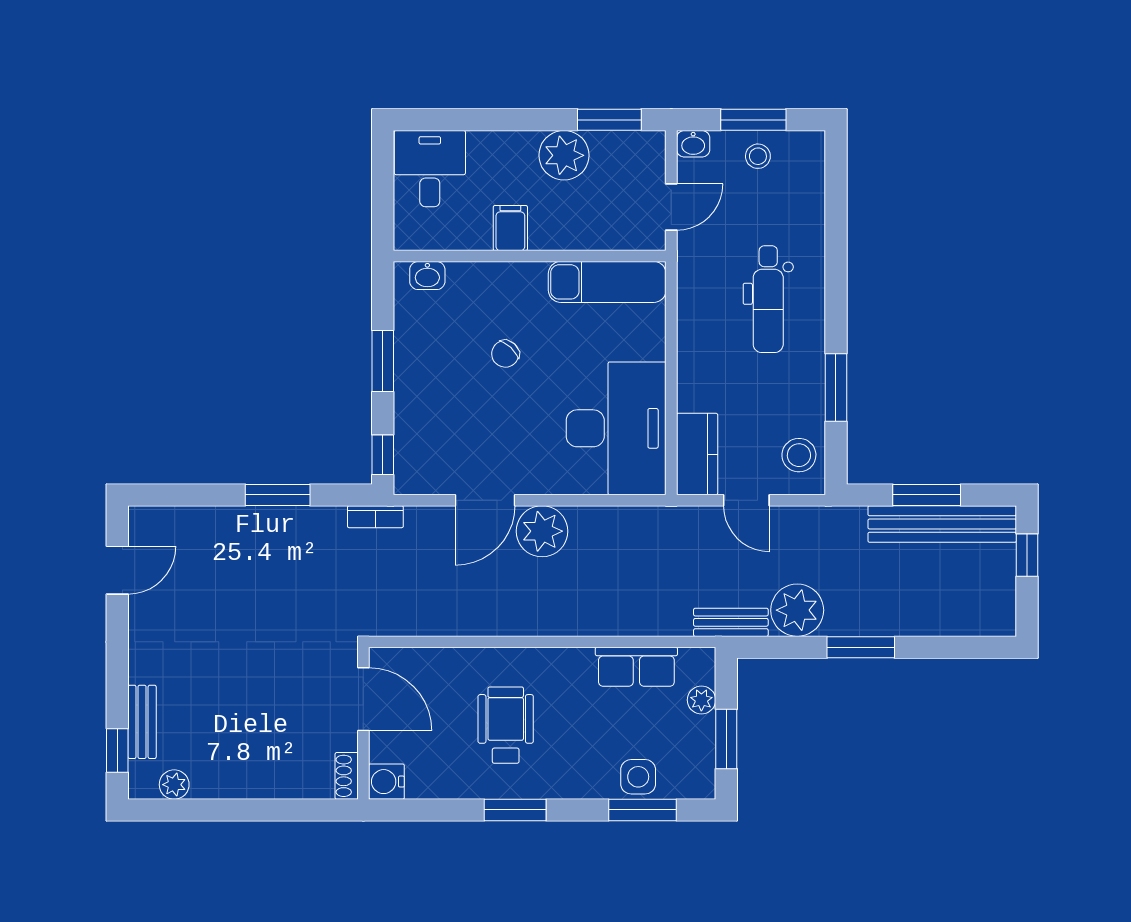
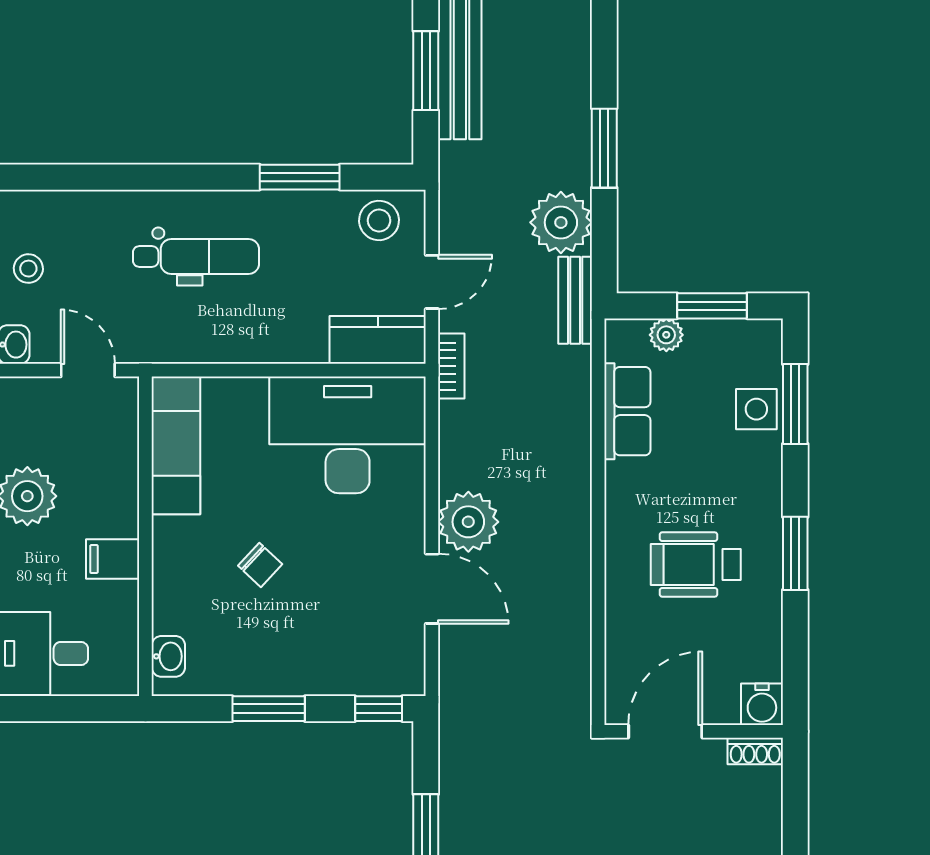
bookcase: (375, 517) -> (451, 366), moved

